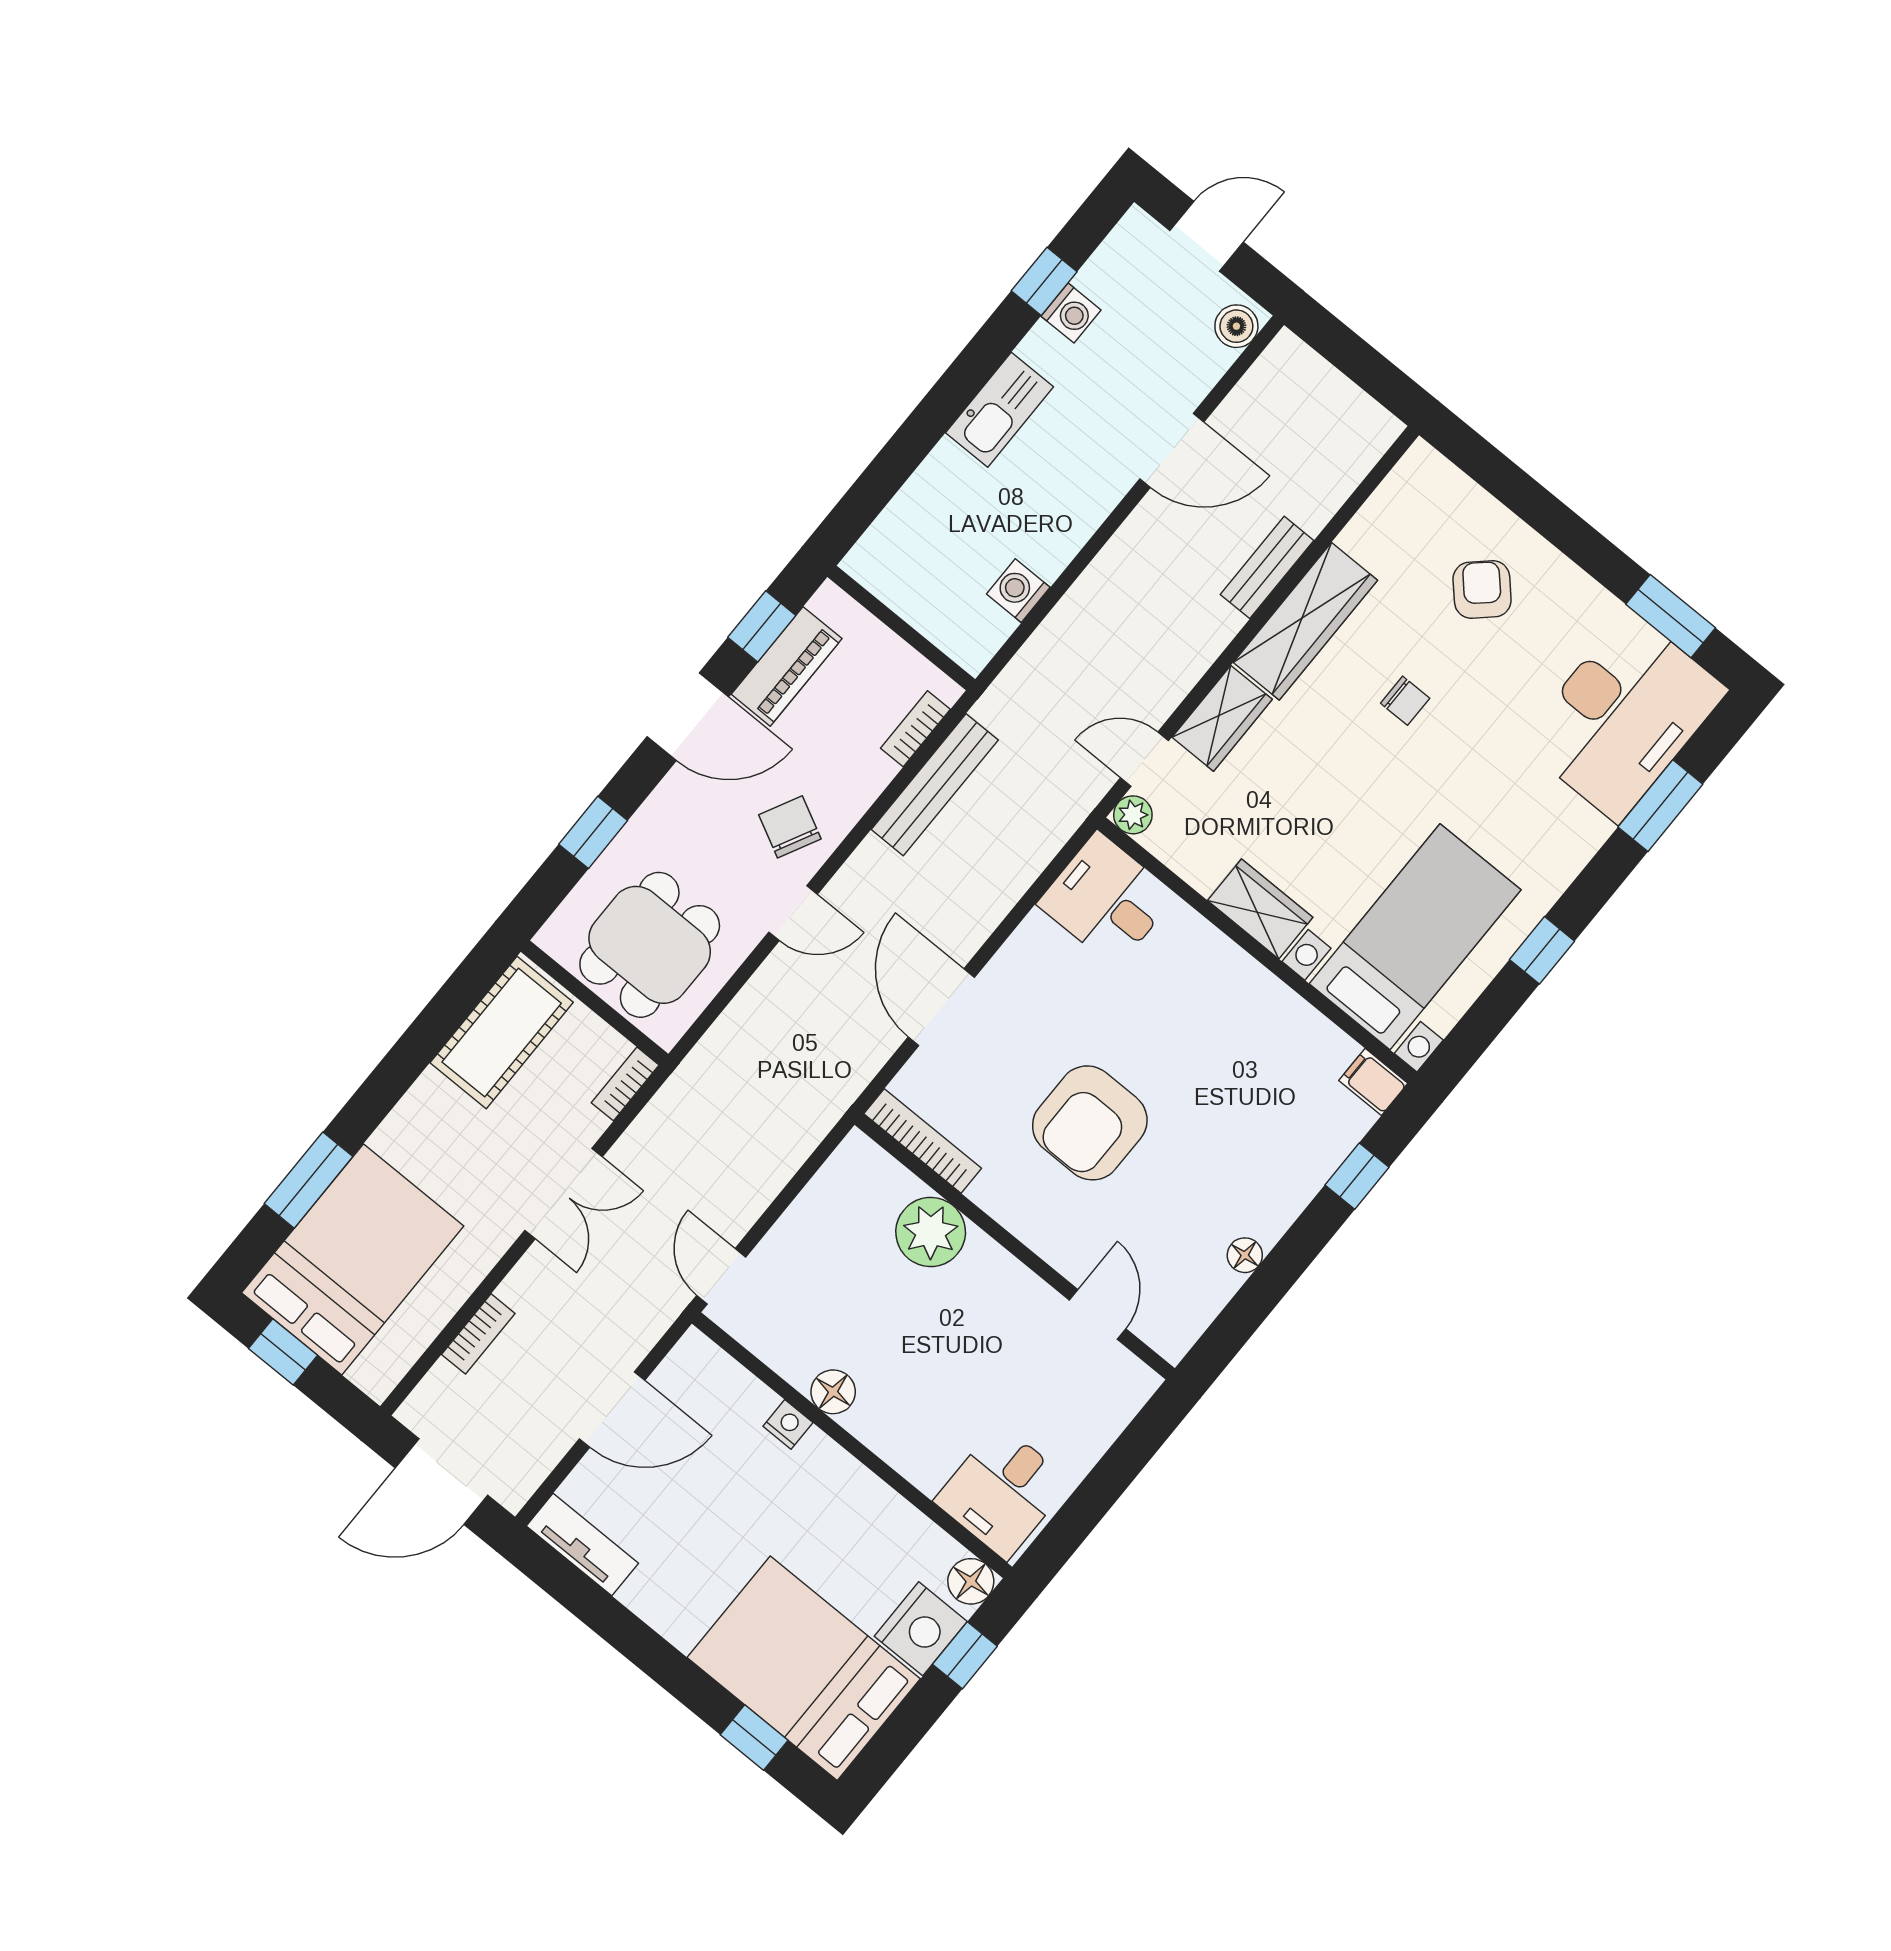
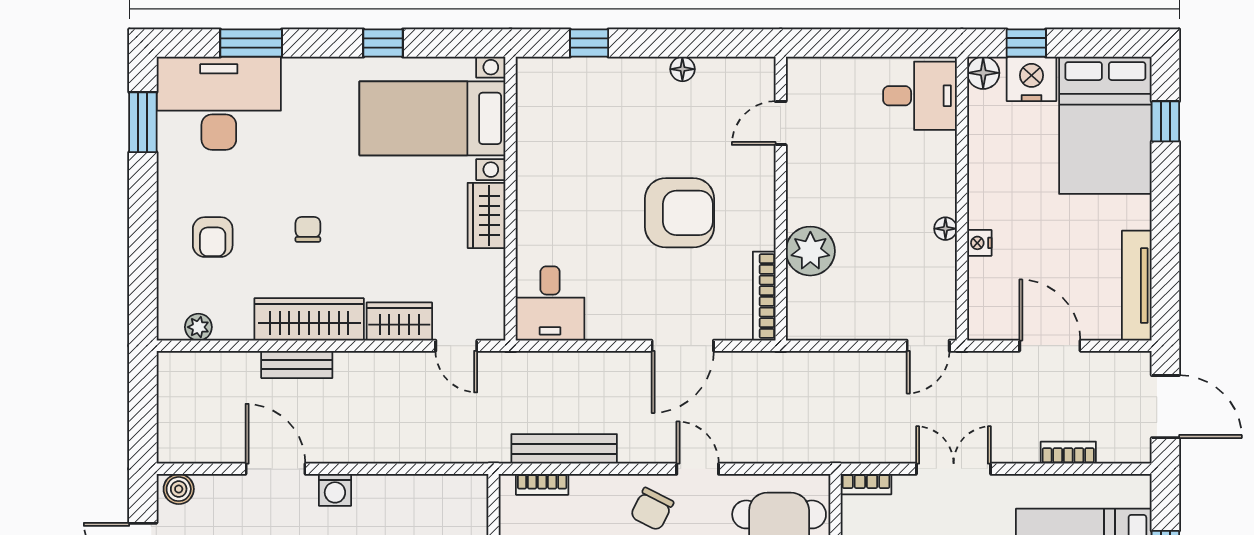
armchair: (1482, 590) -> (213, 237), turned -47
washing machine: (1018, 591) -> (335, 490), moved
plant: (1133, 815) -> (198, 327), moved
filing cabinet: (1373, 1082) -> (530, 76), removed
floor lamp: (833, 1392) -> (945, 229), width x0.73, depth x0.73
tv unit: (582, 1545) -> (1137, 286), width x1.41

